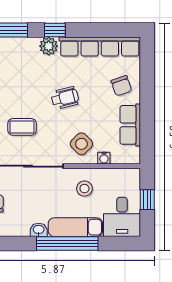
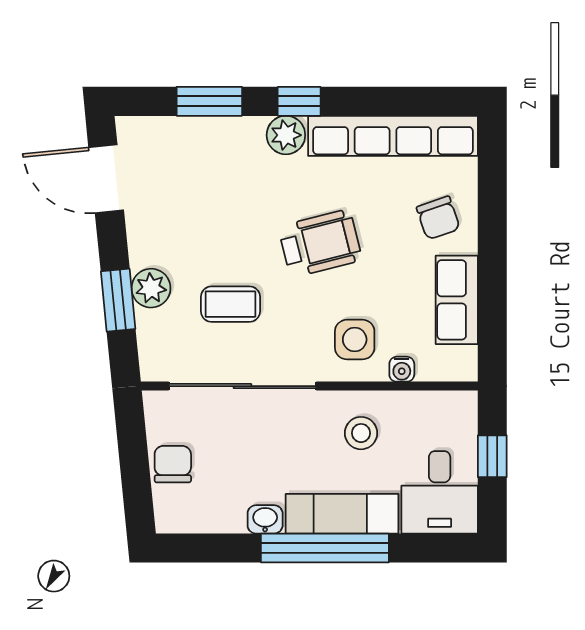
wheelchair: (65, 98) -> (320, 243), width x1.36, depth x1.37
side table: (81, 144) -> (355, 340), turned 45

